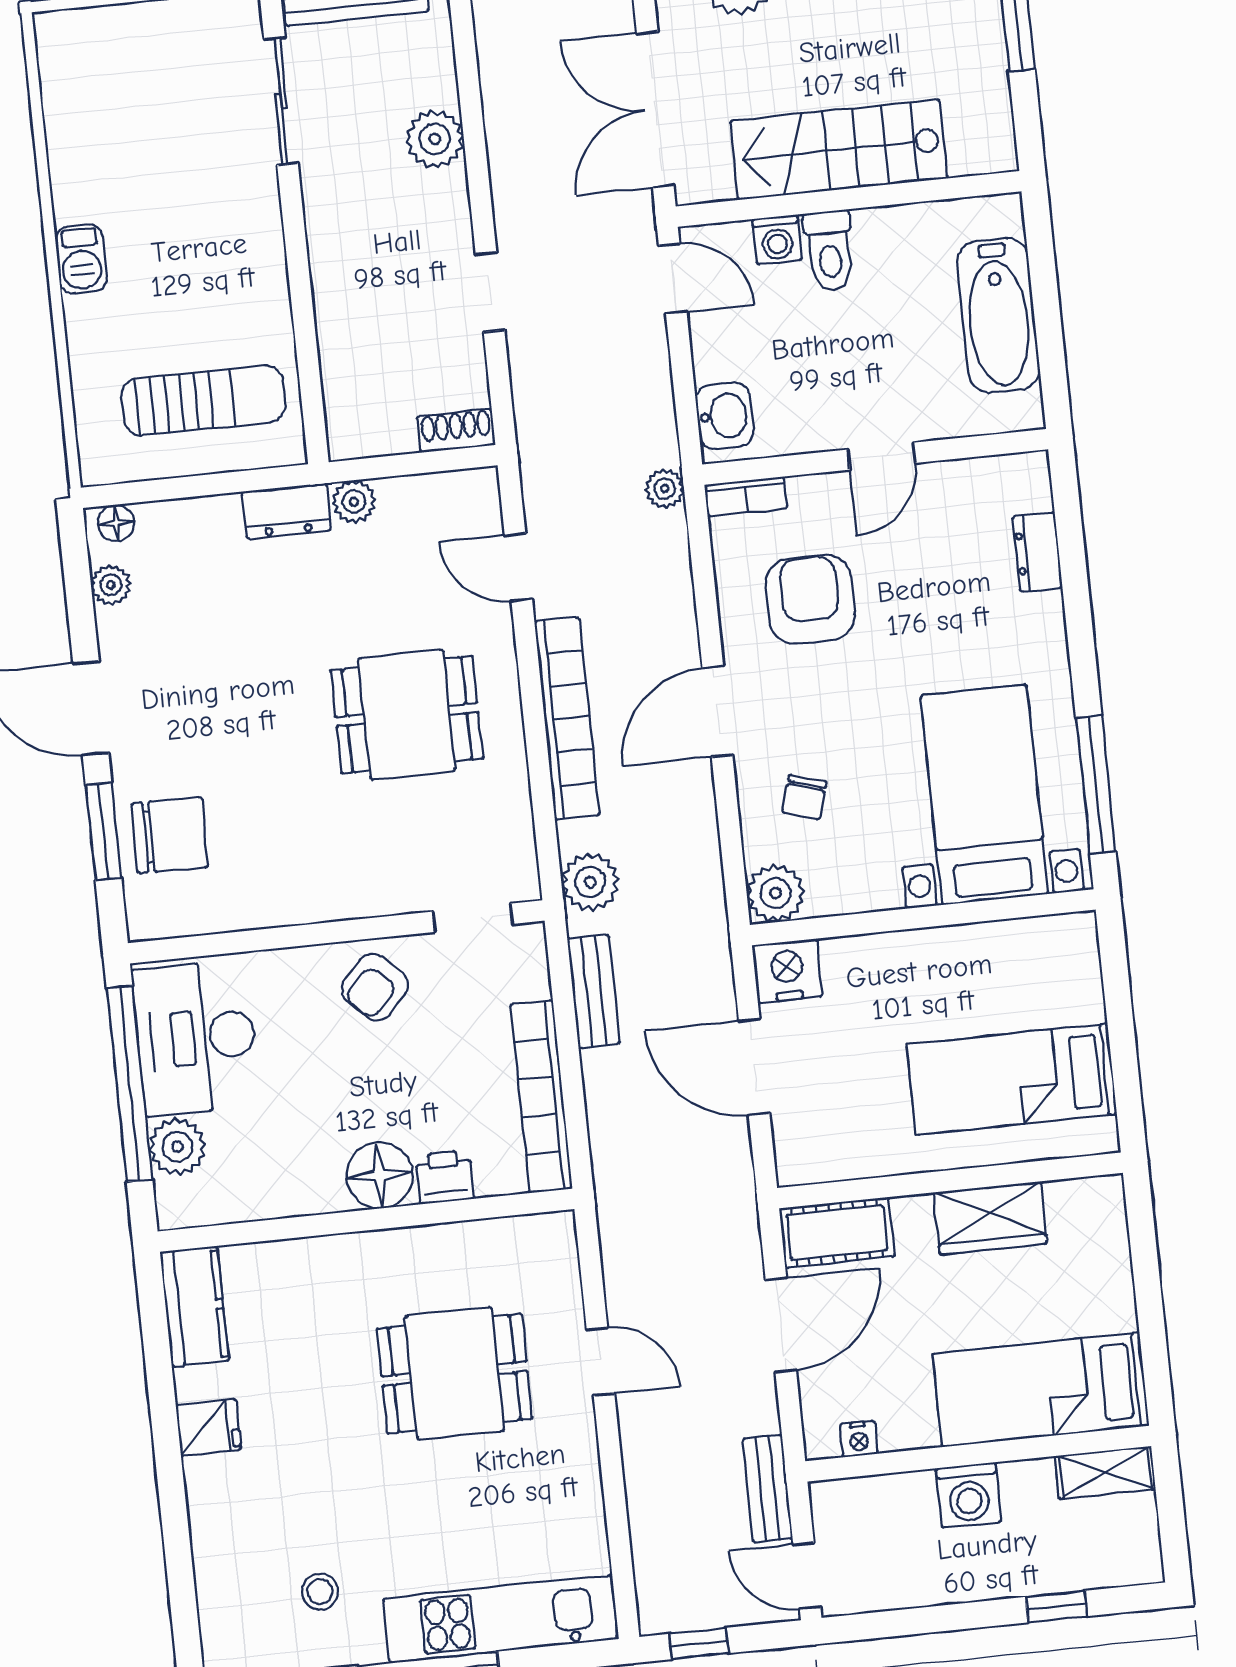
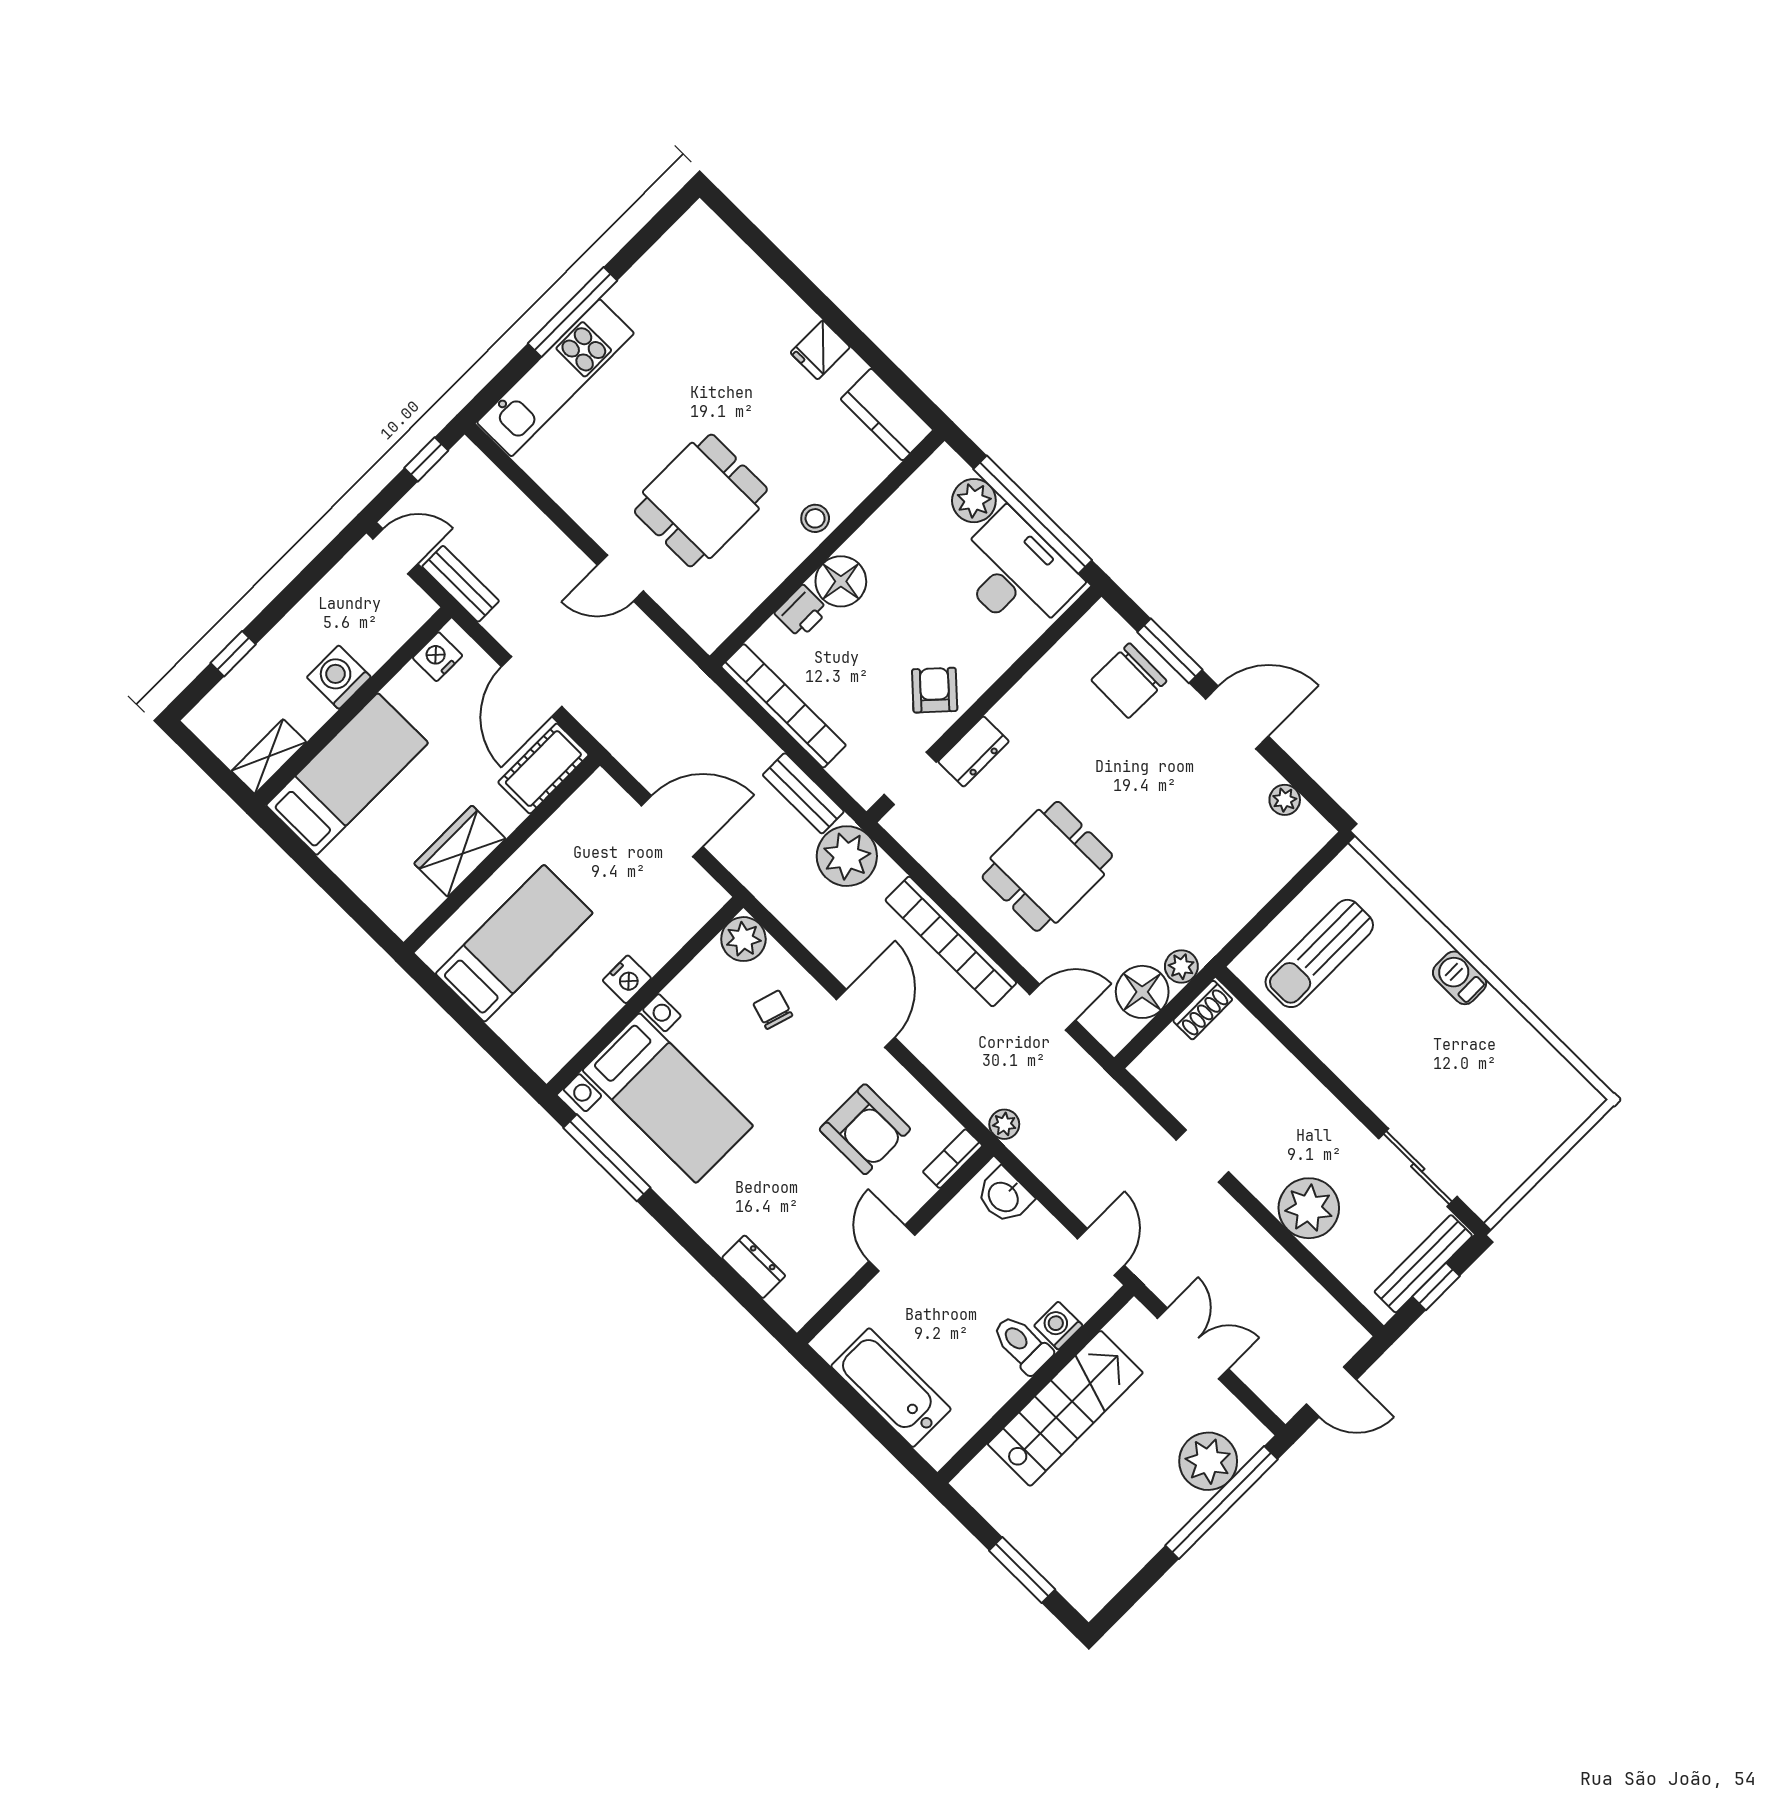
double door: (655, 109) -> (1193, 1343), width x0.73
plant: (435, 139) -> (1309, 1208), width x1.36, depth x1.36
door: (673, 279) -> (1101, 1252), swing flipped
shoe rack: (456, 431) -> (1203, 1010), moved
dresser: (286, 511) -> (974, 752), moved, turned 180
floor lamp: (116, 523) -> (1142, 992), moved, width x1.89, depth x1.89
plant: (590, 882) -> (847, 856), width x1.36, depth x1.36
nightstand: (787, 971) -> (627, 979), moved, width x0.74, depth x0.75
nightstand: (859, 1439) -> (438, 657), width x1.39, depth x1.35
stool: (320, 1592) -> (815, 518), moved

